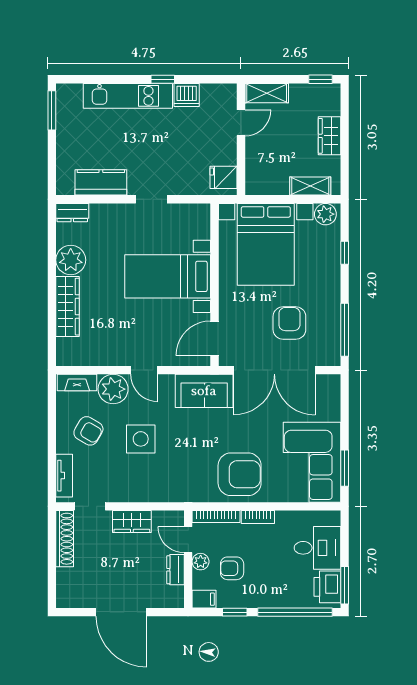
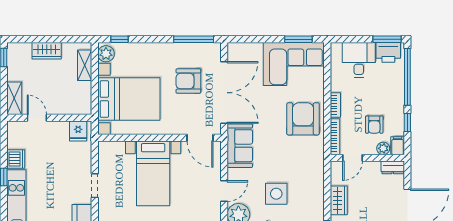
window: (345, 253) -> (120, 39), moved
plant: (201, 562) -> (383, 148), moved
dresser: (175, 570) -> (393, 167), moved

